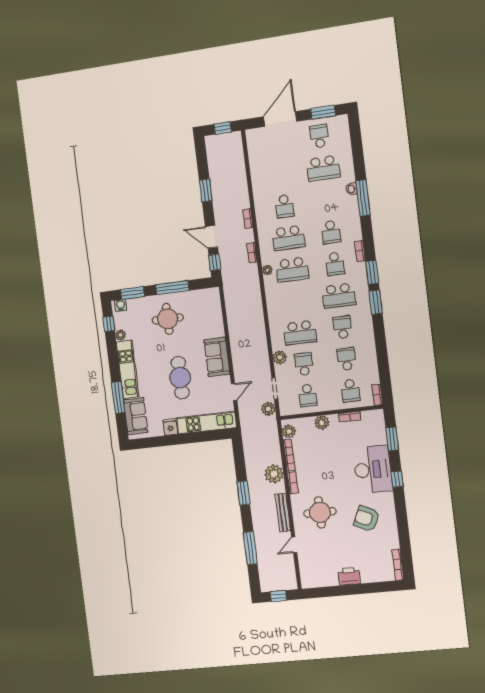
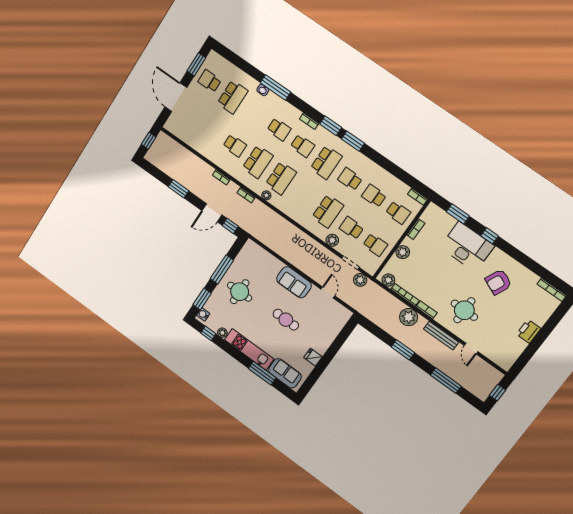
cafe table: (180, 378) -> (286, 320), width x0.73, depth x0.74
kitchen unit: (207, 423) -> (332, 330), removed

